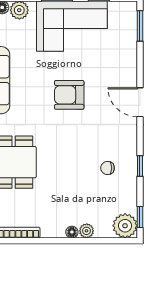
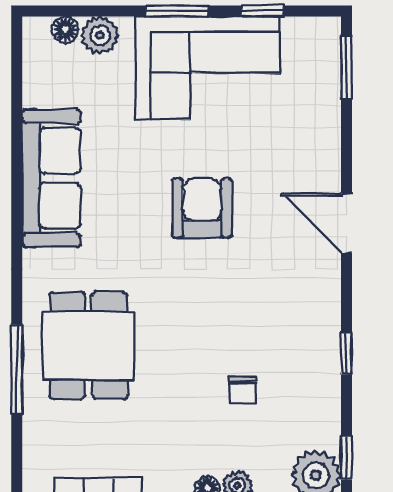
armchair: (69, 95) -> (202, 208), turned 90
chair: (108, 168) -> (243, 390), moved, turned -90

